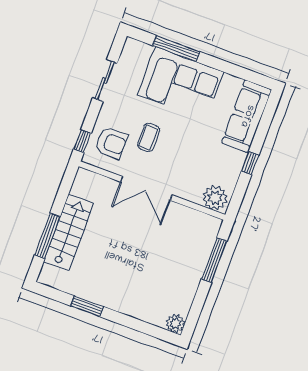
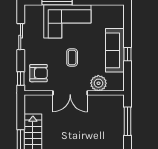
sofa: (247, 116) -> (115, 50), moved
coffee table: (149, 137) -> (72, 57), moved
plant: (215, 198) -> (98, 83), moved

